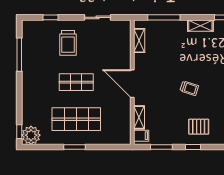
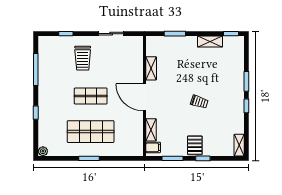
window: (164, 17) -> (175, 34), width x0.69
shelving: (139, 41) -> (151, 68), moved
pallet: (199, 127) -> (195, 145), moved, turned 90
window: (19, 132) -> (36, 113), moved
plant: (31, 135) -> (43, 151), width x0.53, depth x0.53

